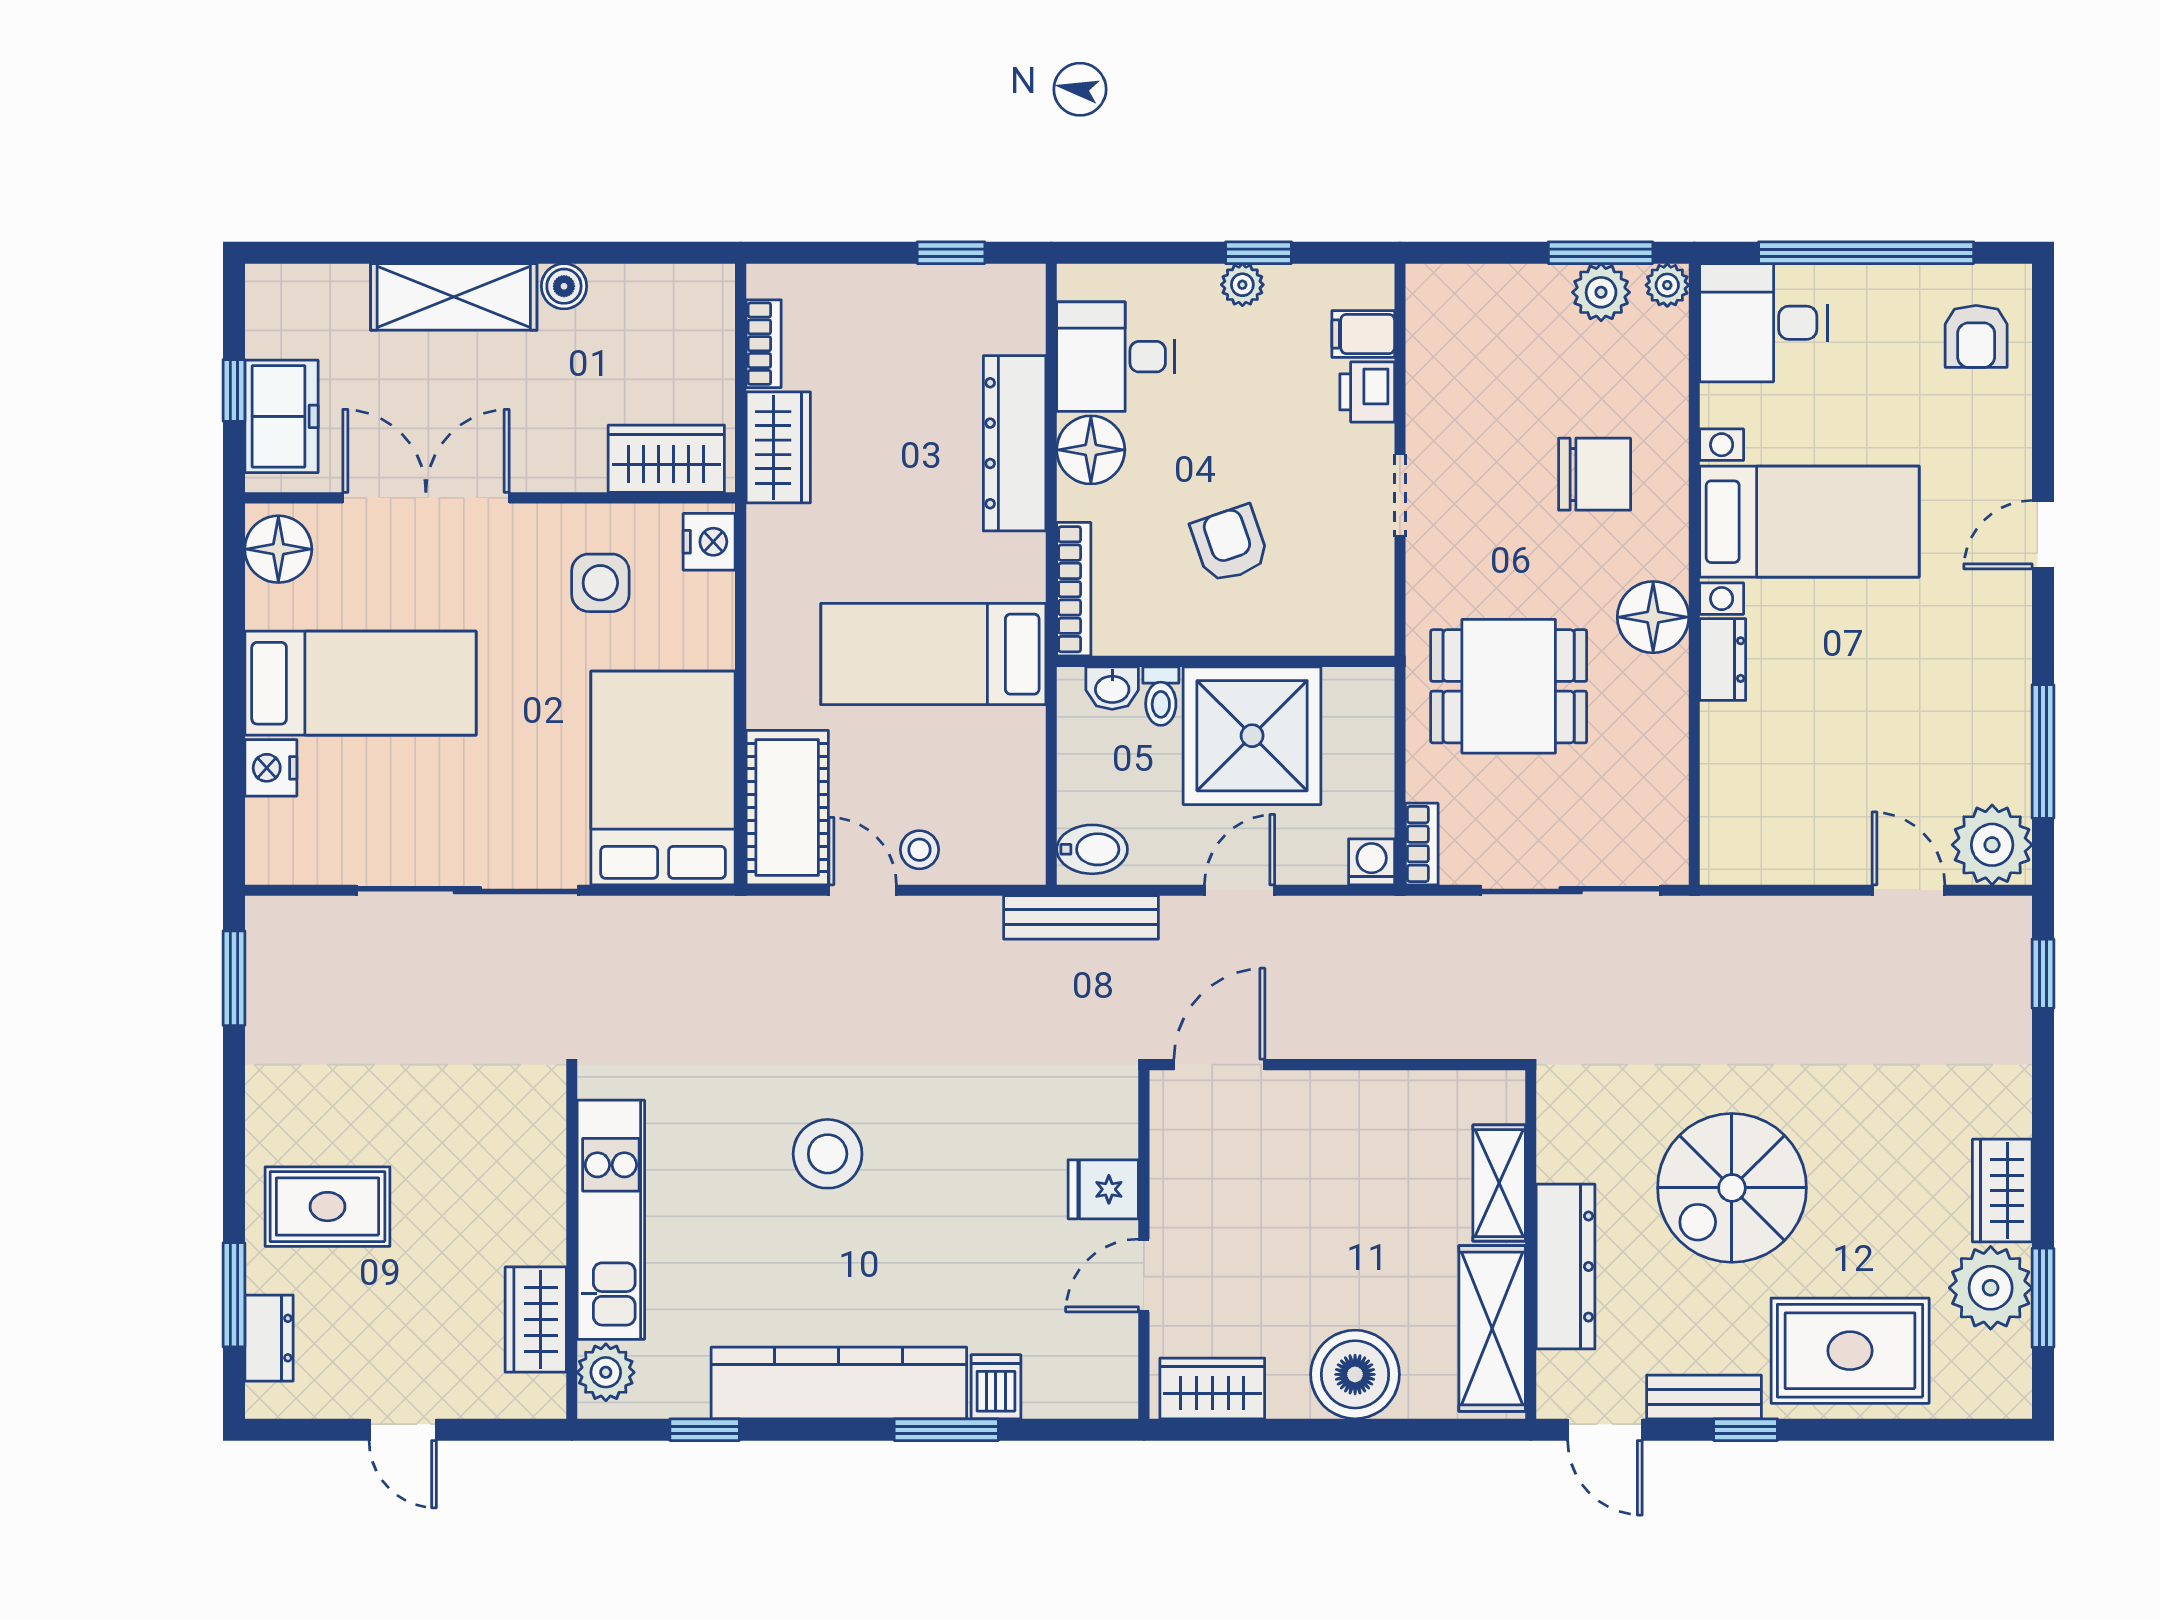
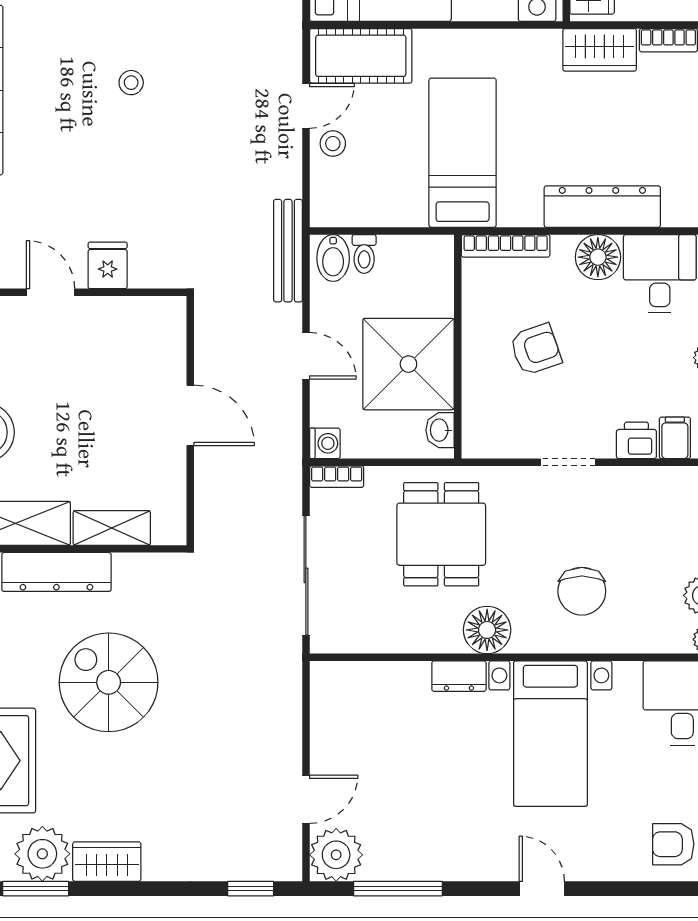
washbasin: (1112, 688) -> (440, 430), moved
toilet: (1161, 696) -> (364, 254), moved, turned -90
door: (1219, 1065) -> (190, 415), moved
stool: (828, 1154) -> (131, 83), width x0.53, depth x0.53

